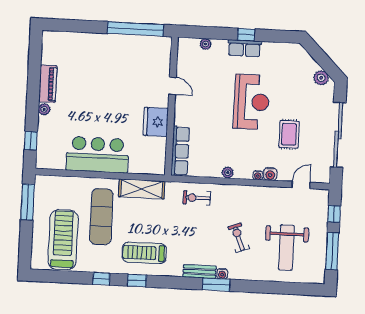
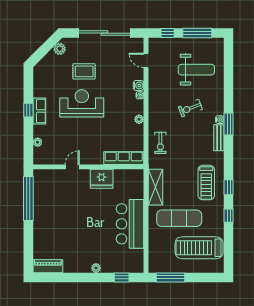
piano: (48, 84) -> (48, 266), moved
rug: (289, 134) -> (84, 71), moved

